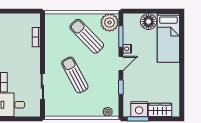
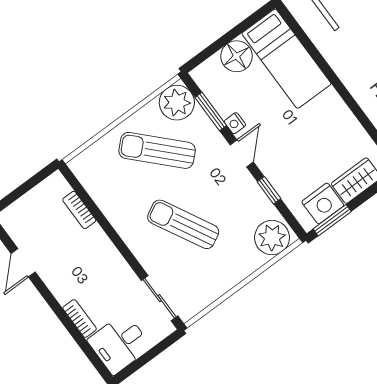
sliding door: (42, 87) -> (160, 298), moved
plant: (108, 112) -> (272, 238), width x1.87, depth x1.87

